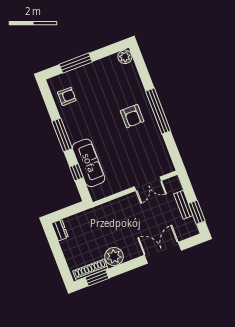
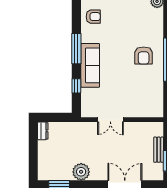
sofa: (89, 163) -> (90, 65), moved
double door: (148, 184) -> (110, 120), moved
shoe rack: (90, 270) -> (56, 175), removed

